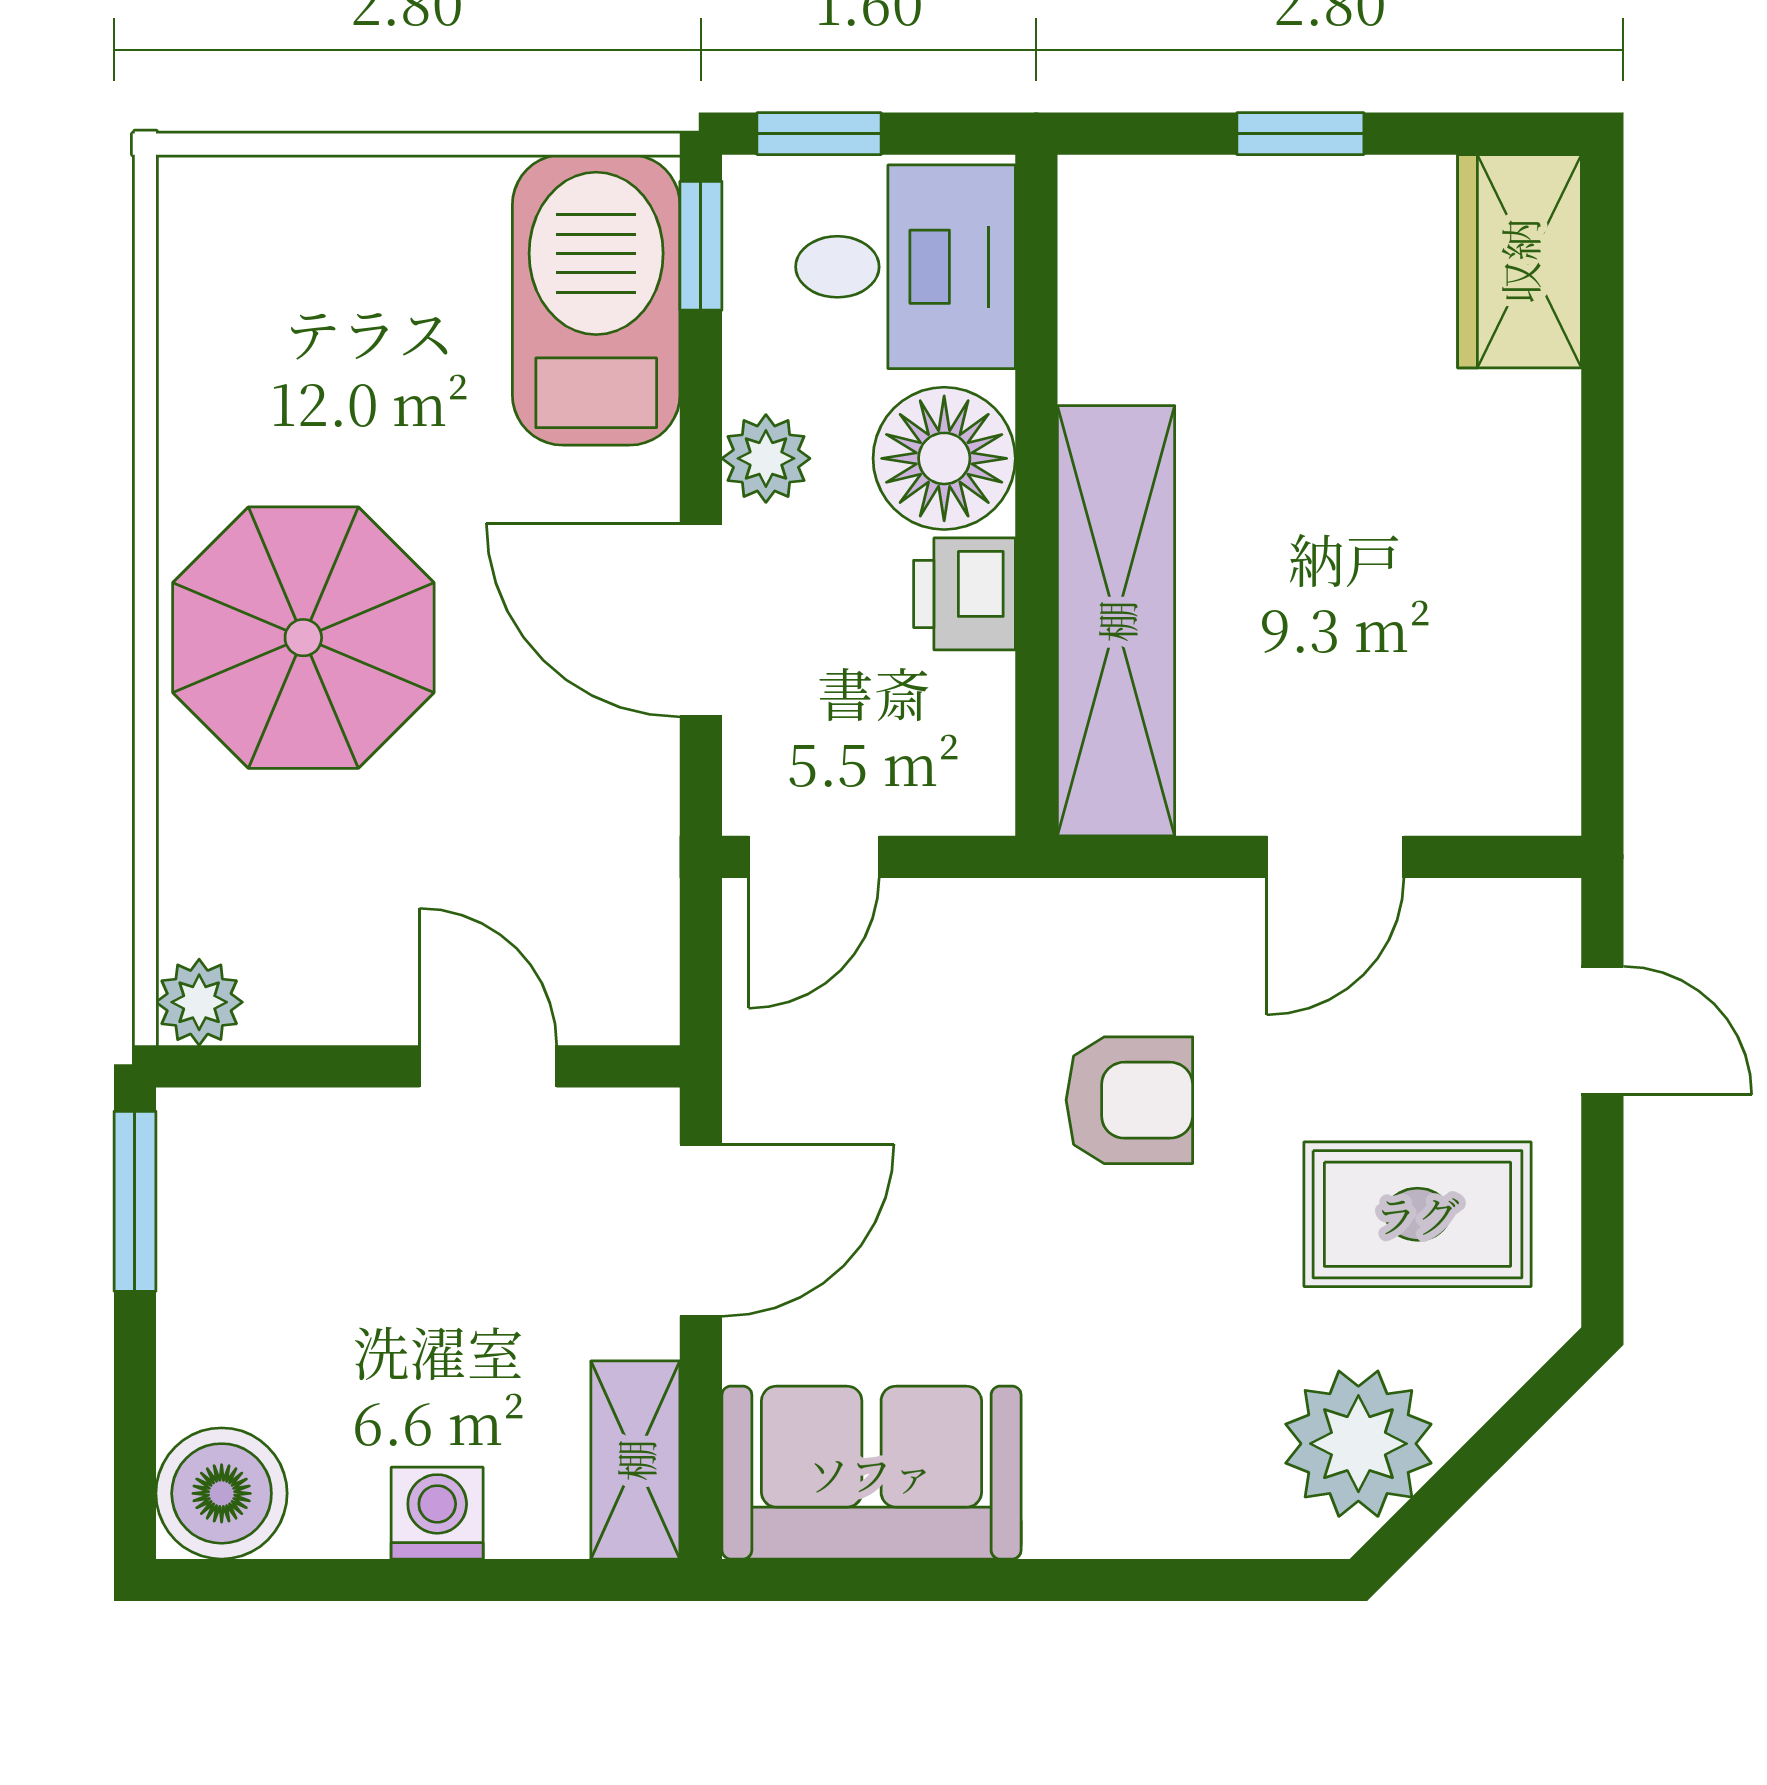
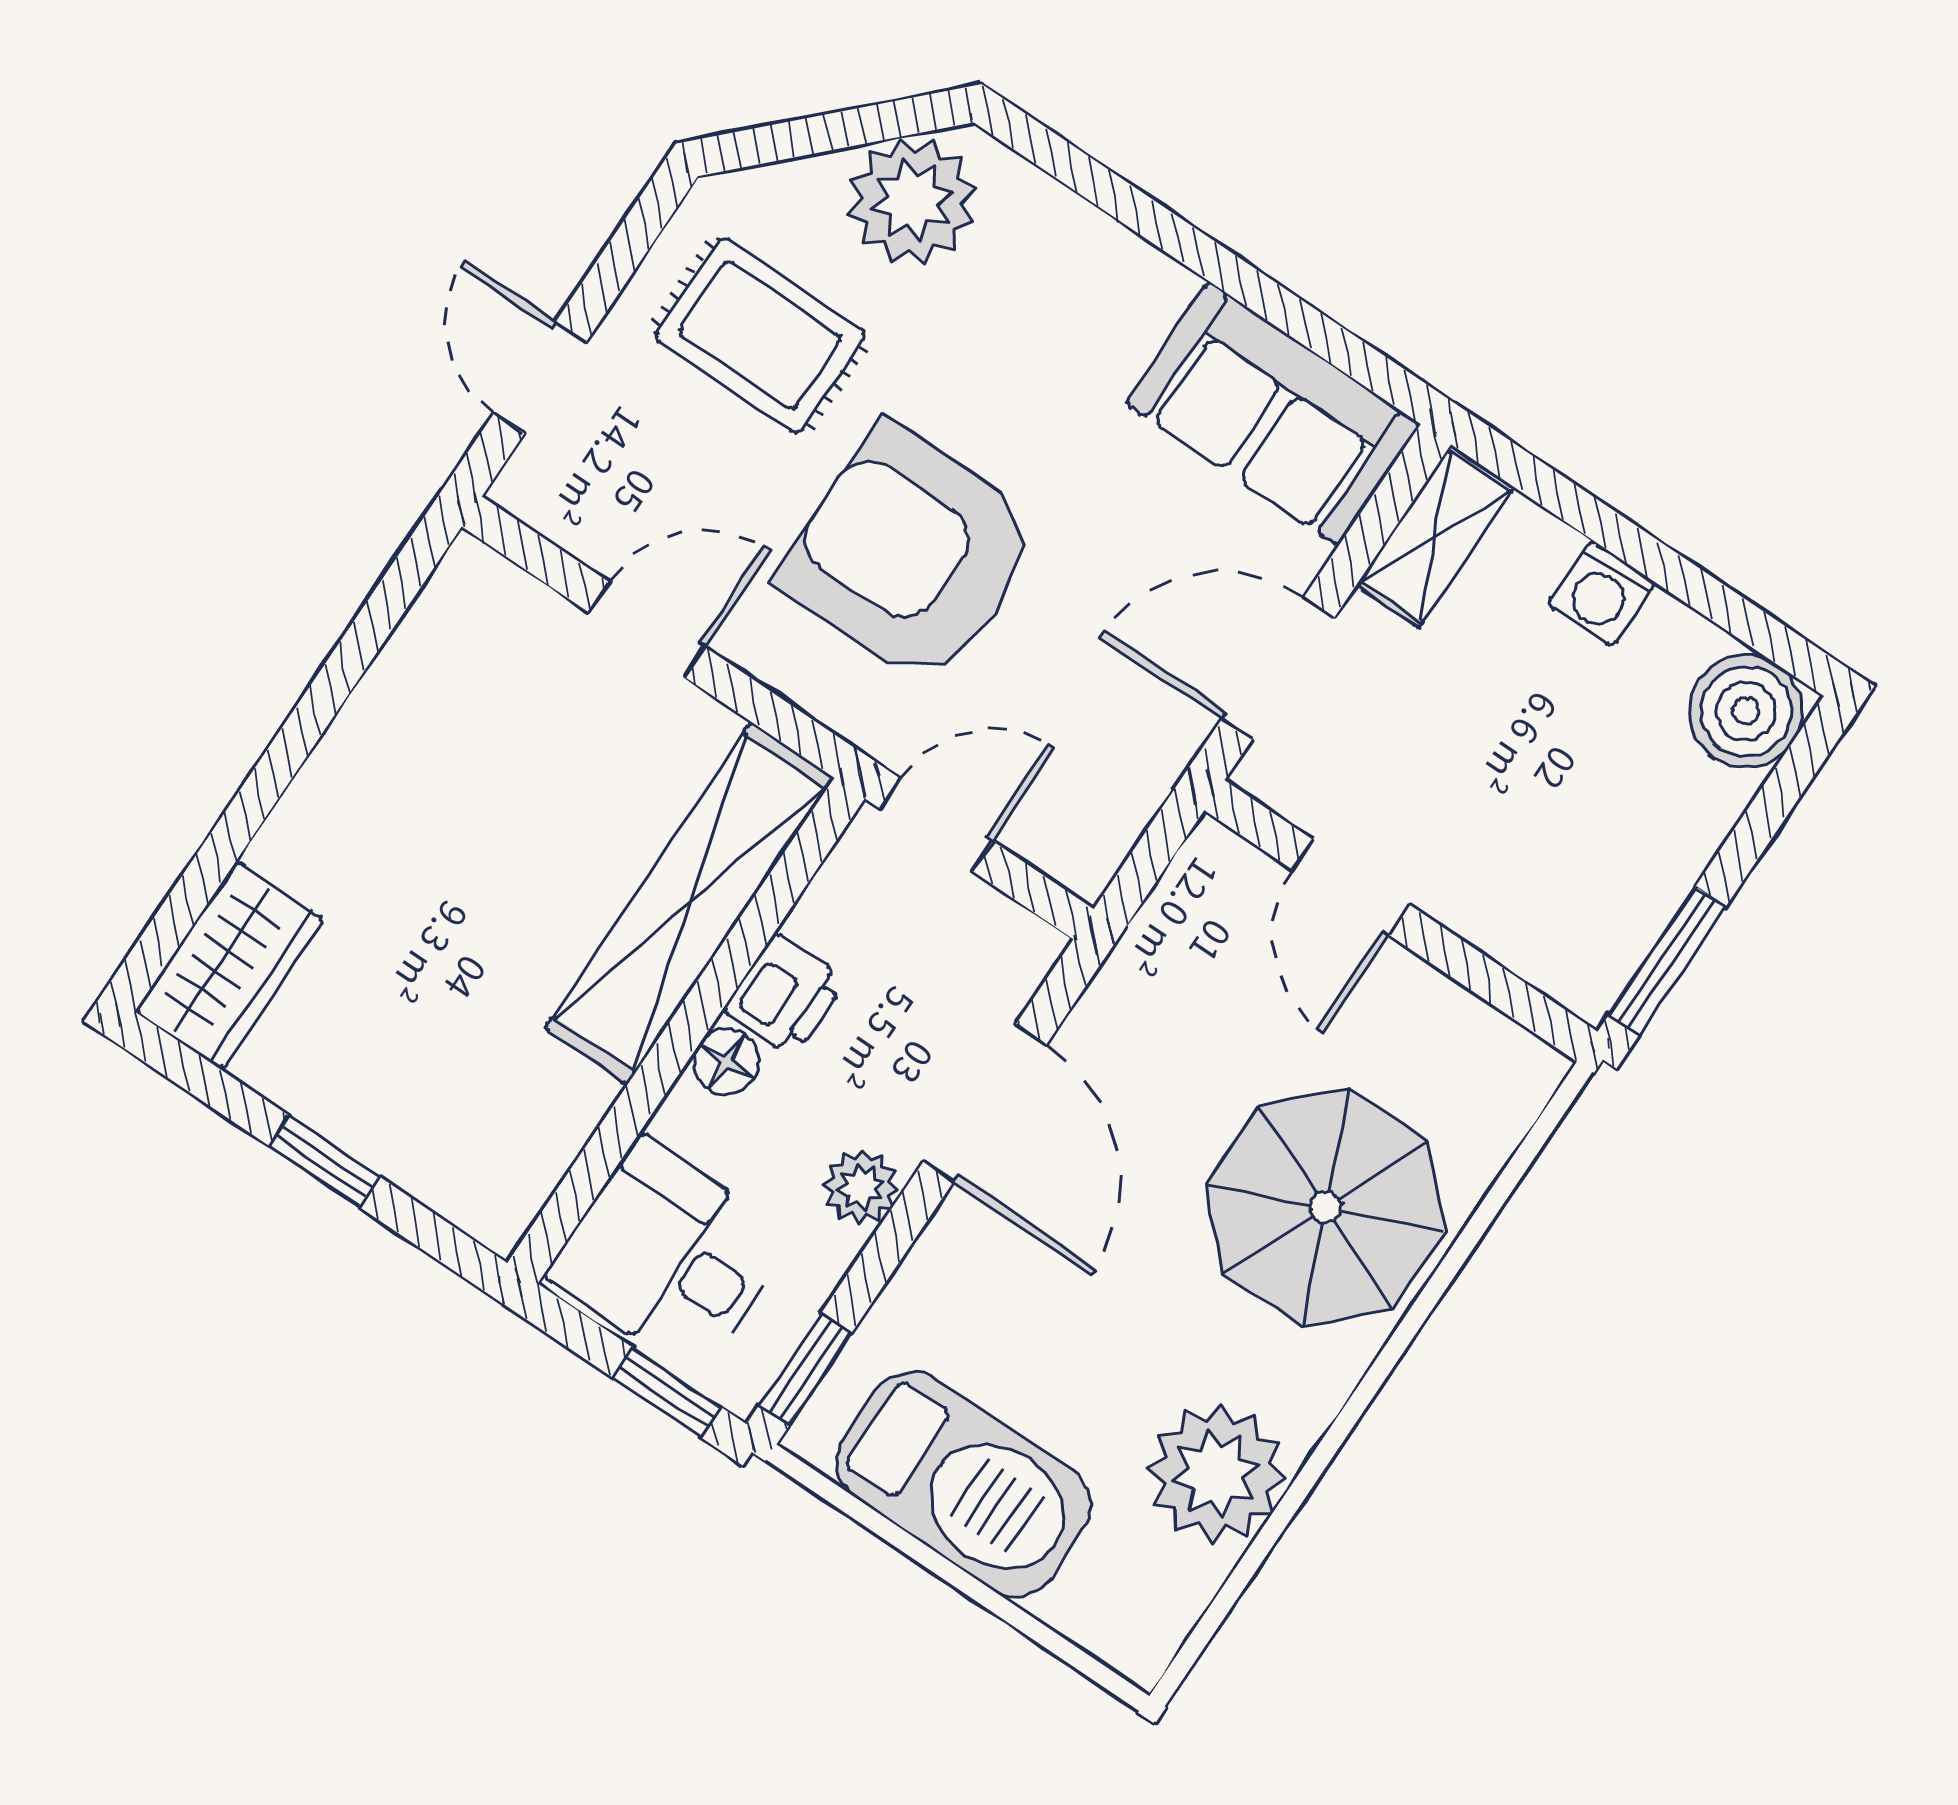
barbecue: (596, 300) -> (964, 1484), moved, turned -90
floor lamp: (944, 458) -> (726, 1061), width x0.53, depth x0.53
parasol: (303, 638) -> (1326, 1208), moved
door: (814, 857) -> (936, 825), moved
plant: (199, 1002) -> (1216, 1474), moved, width x1.87, depth x1.87
armchair: (1129, 1100) -> (910, 555), width x1.88, depth x1.88

